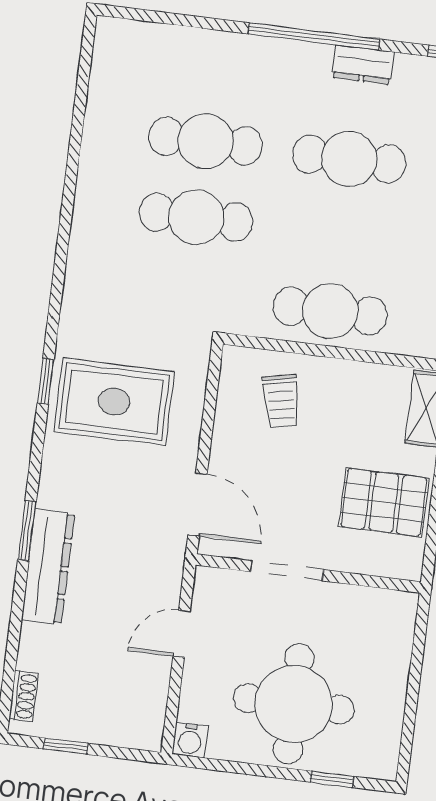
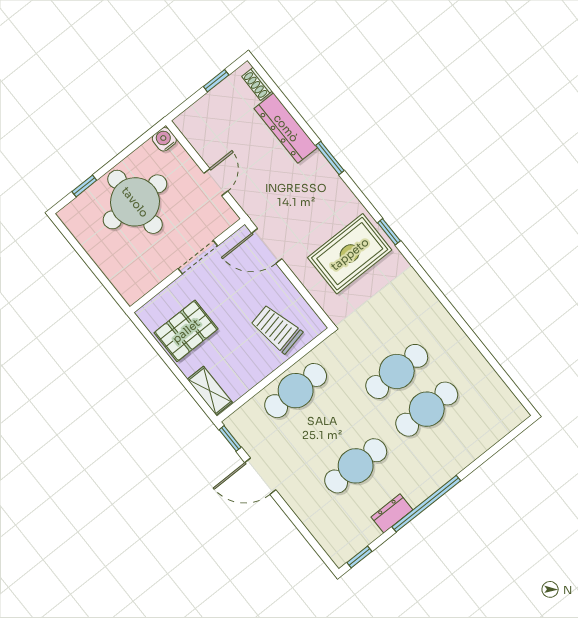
trolley: (281, 401) -> (276, 329), width x1.36, depth x1.39
dresser: (48, 567) -> (286, 128), moved

